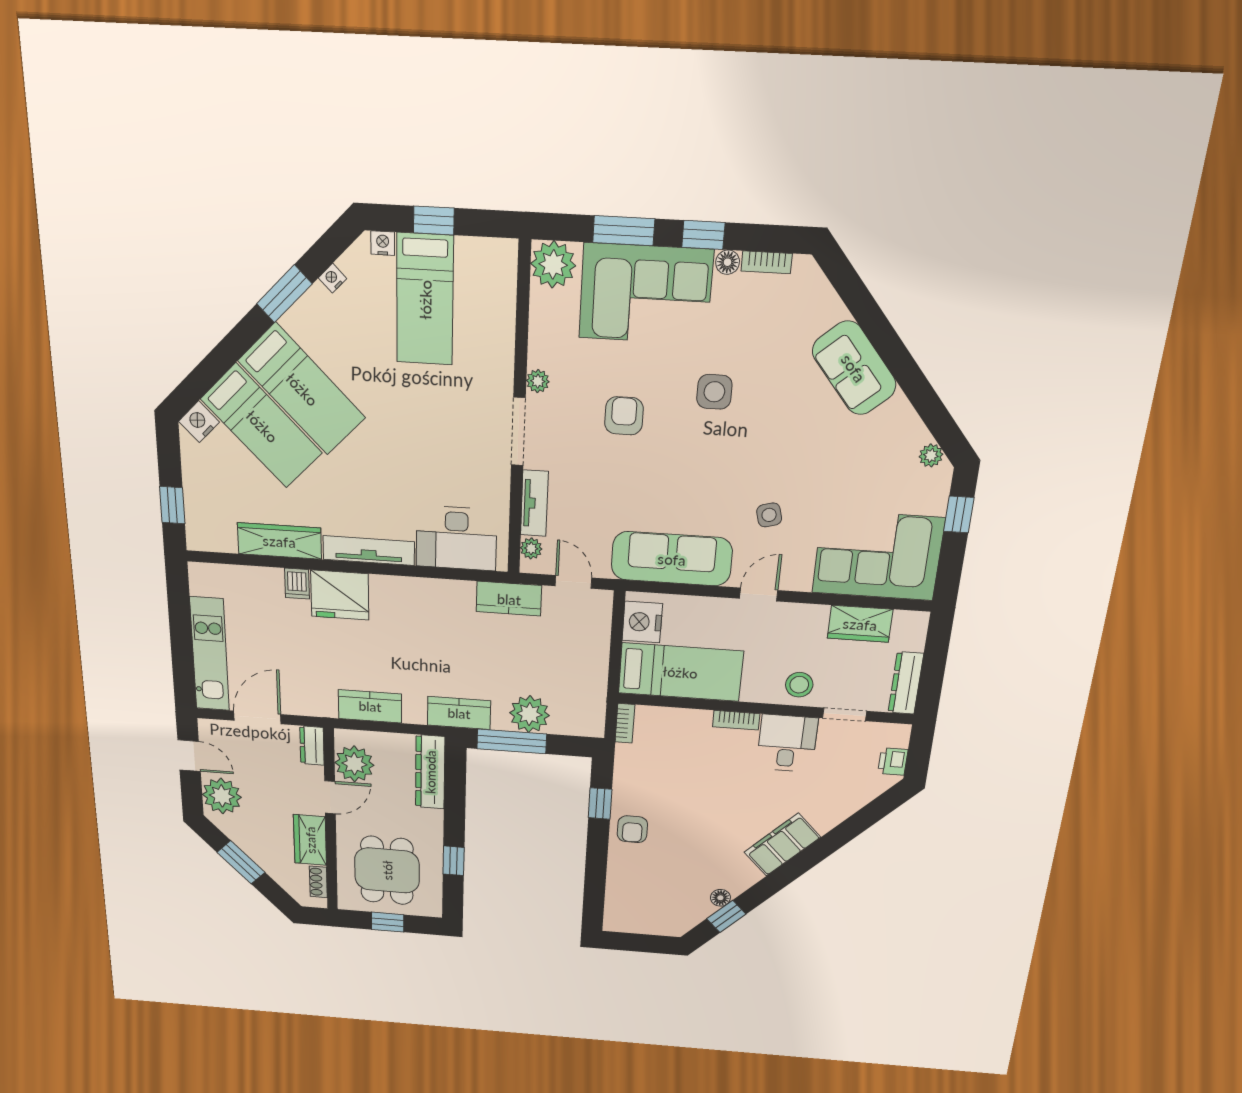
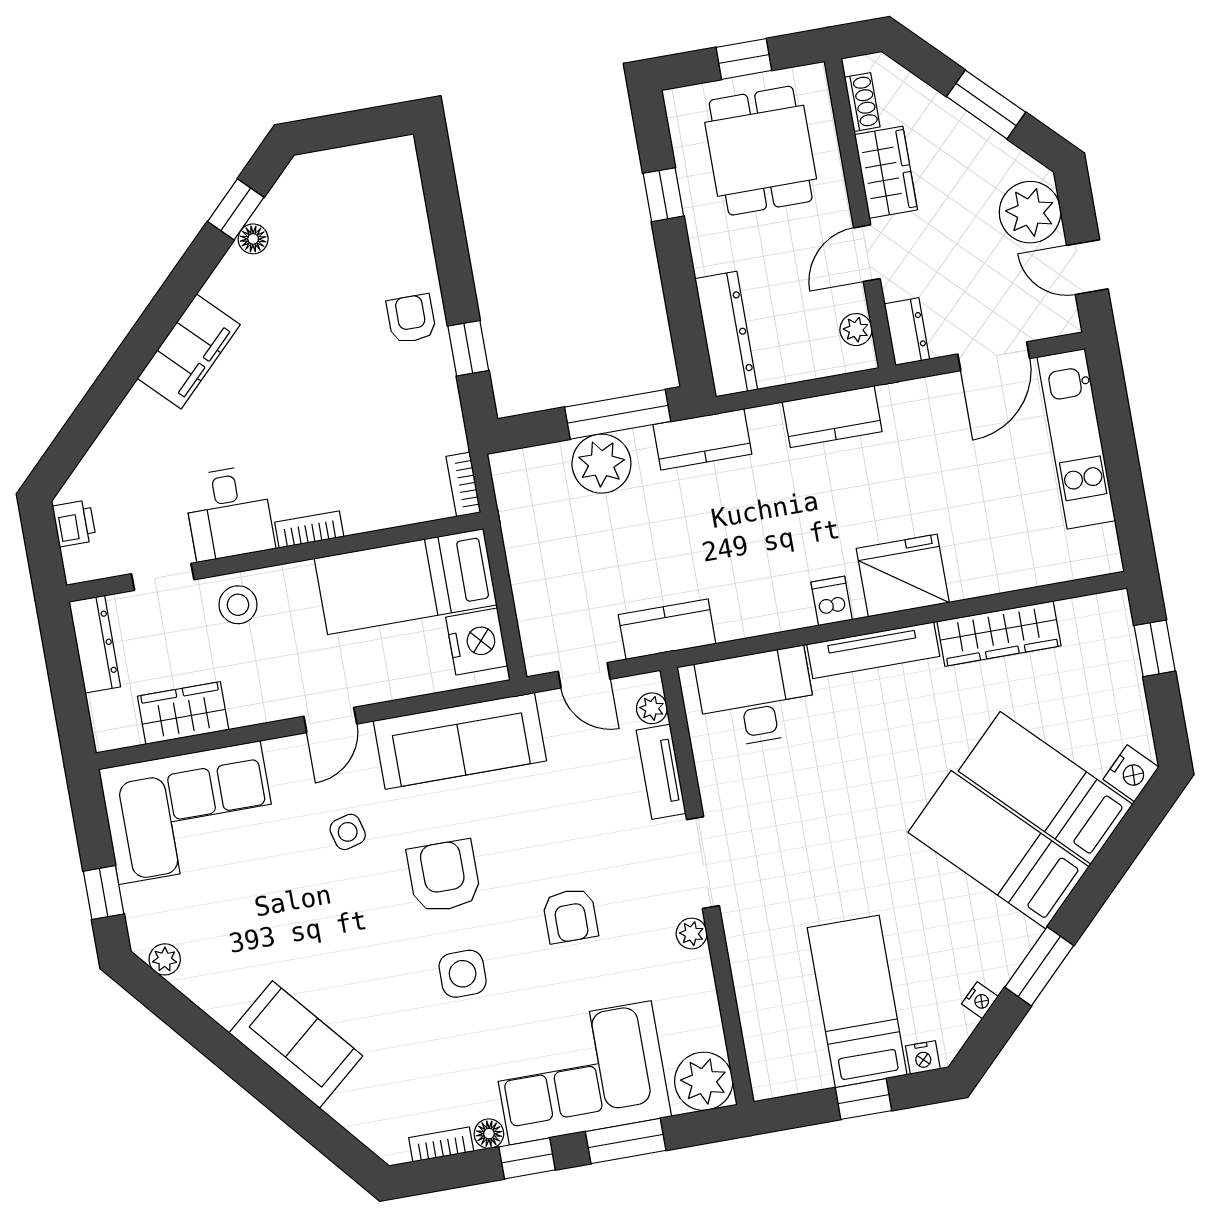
armchair: (709, 467) -> (444, 876), added
dishwasher: (297, 584) -> (832, 601), moved
plant: (354, 764) -> (856, 330), width x0.53, depth x0.53

